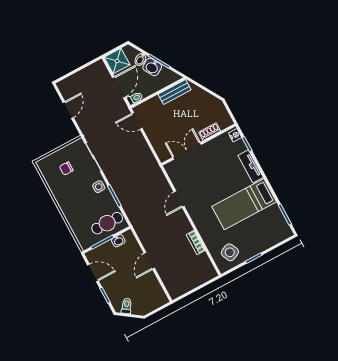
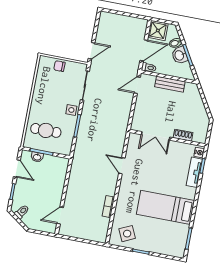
bench: (175, 92) -> (170, 84), moved
door: (68, 110) -> (92, 51), moved
door: (137, 121) -> (137, 85), hinge flipped
double door: (187, 151) -> (156, 136), swing flipped
tv unit: (251, 166) -> (194, 172), moved
chair: (66, 168) -> (59, 66), moved
door: (179, 199) -> (122, 166), hinge flipped
cafe table: (107, 223) -> (46, 130), moved
washbasin: (118, 241) -> (37, 157), moved
door: (149, 261) -> (60, 216), moved

